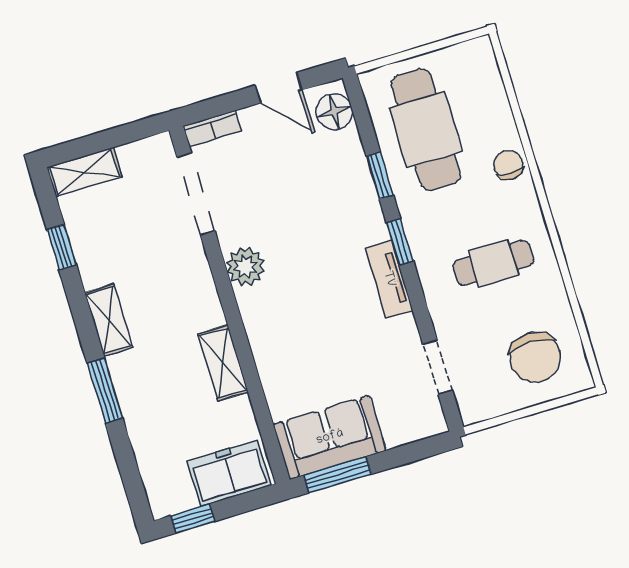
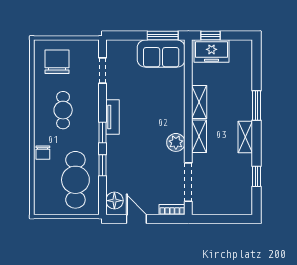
shelving: (84, 172) -> (199, 136), moved, turned 90
cafe table: (493, 263) -> (63, 110), turned 90
window: (193, 518) -> (210, 36), moved

